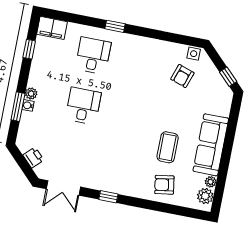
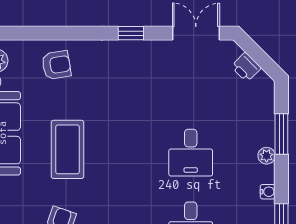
water cooler: (28, 105) -> (268, 192), moved
coffee table: (168, 147) -> (68, 149), moved, width x1.36, depth x1.32

